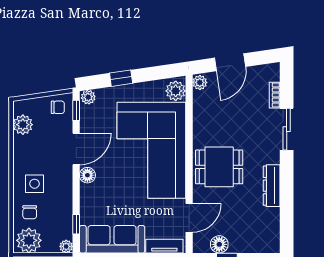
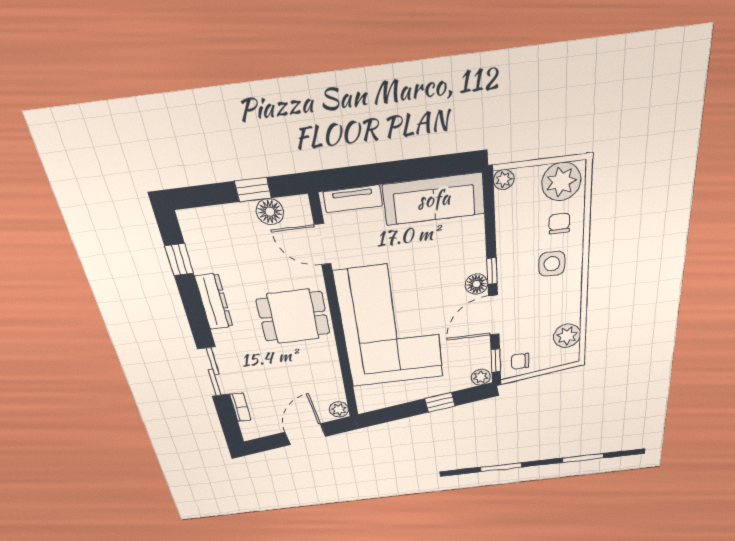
plant: (176, 91) -> (368, 397), removed
door: (189, 218) -> (323, 244), hinge flipped
window: (287, 219) -> (179, 260), added
window: (76, 224) -> (492, 271), moved

